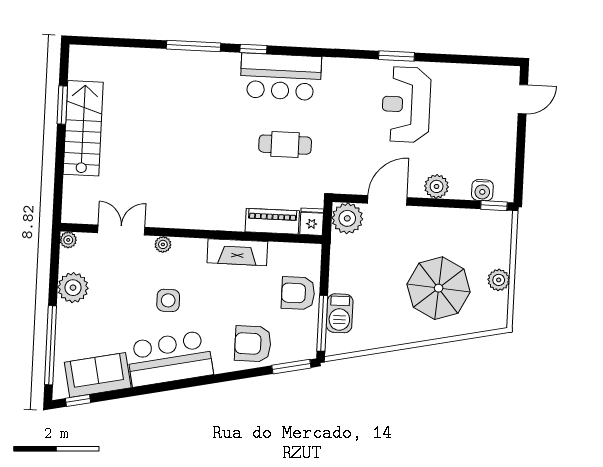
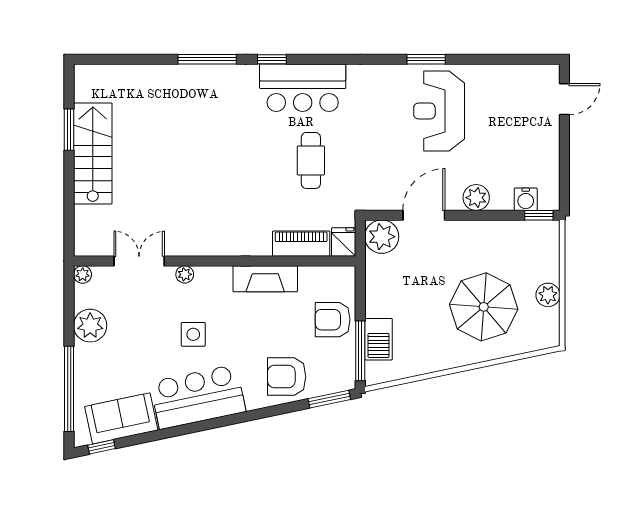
cafe table: (285, 145) -> (311, 160), turned 90

